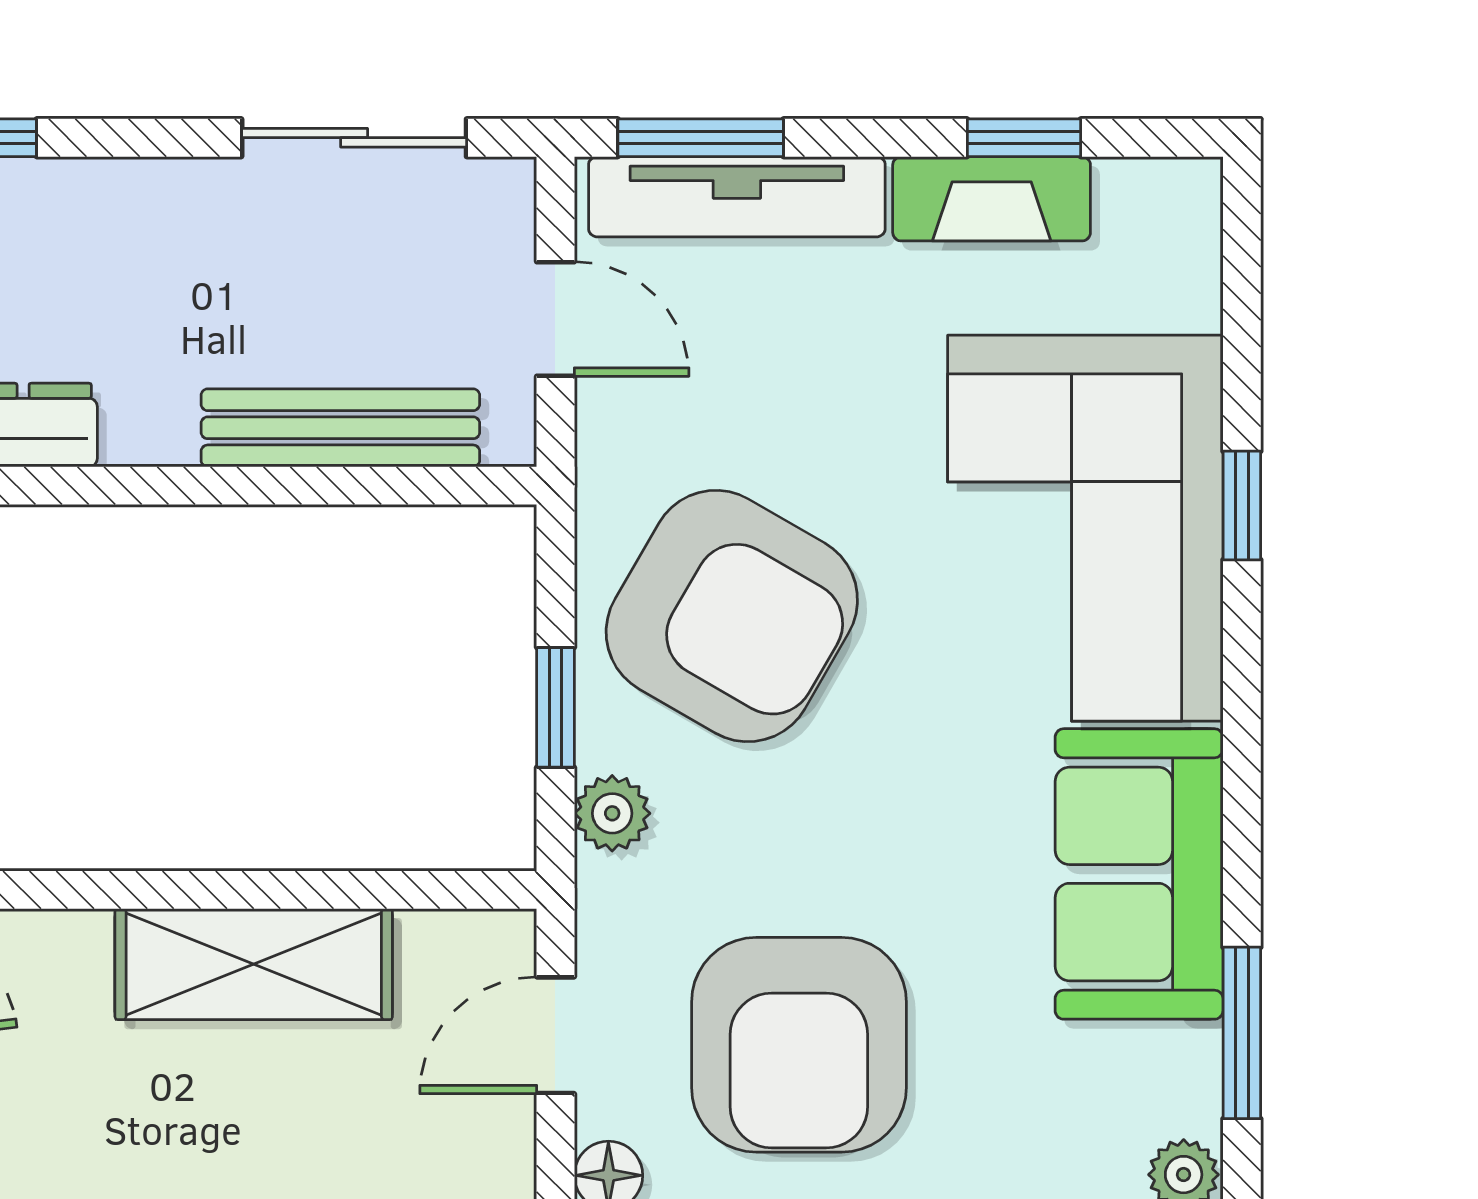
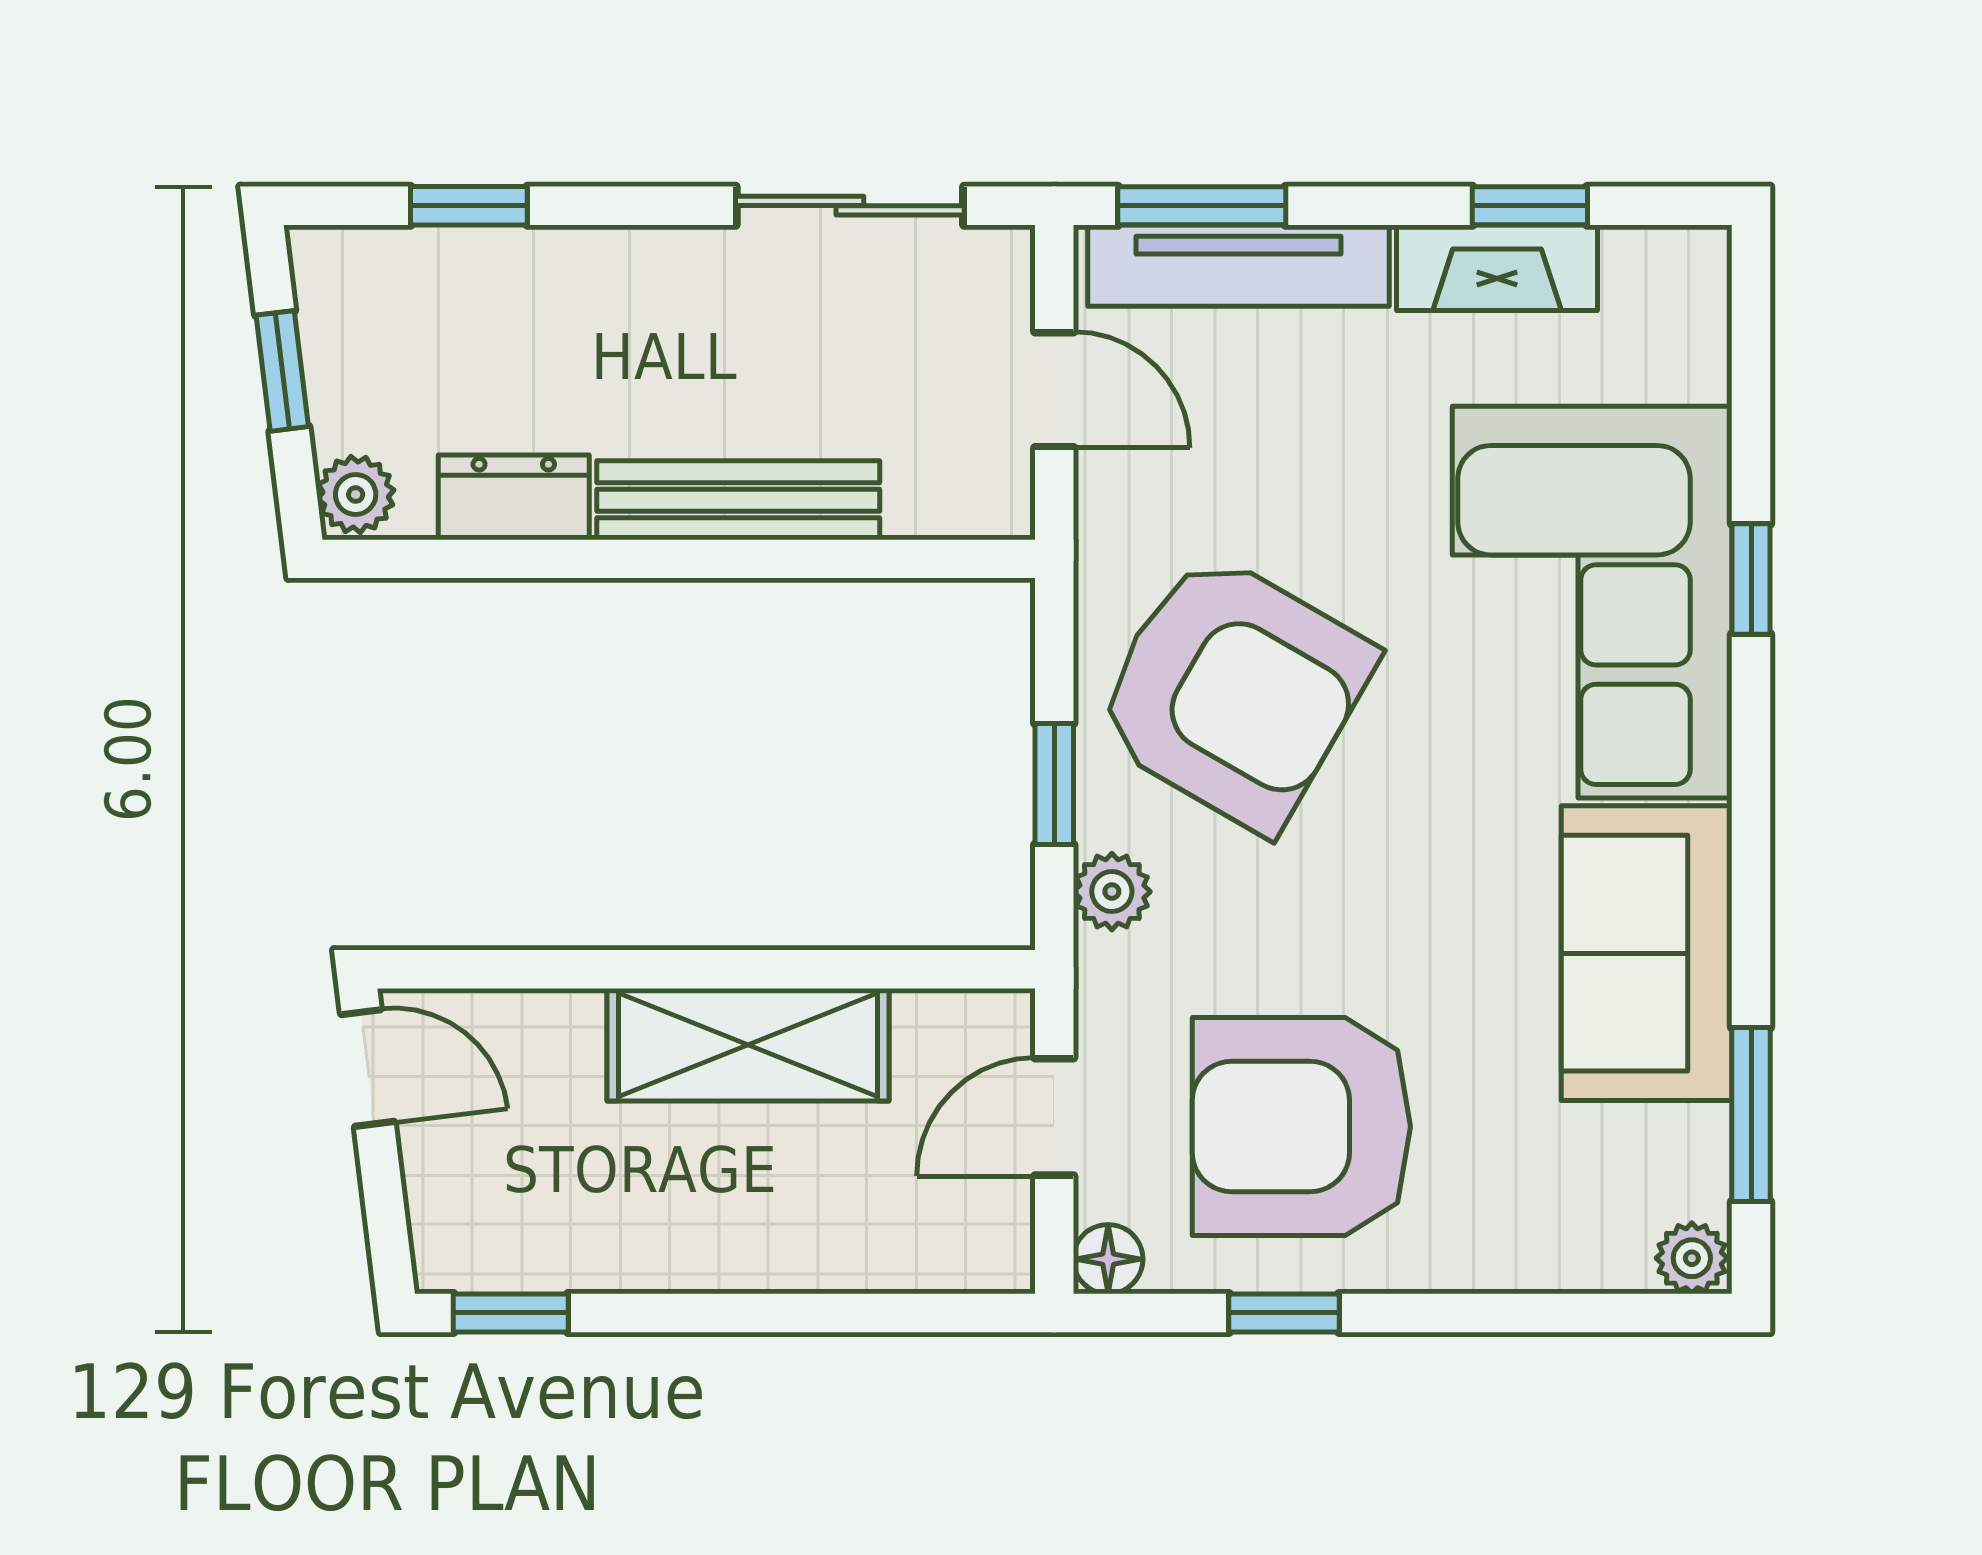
bench: (340, 428) -> (738, 500), moved
armchair: (799, 1045) -> (1301, 1127), turned 90

